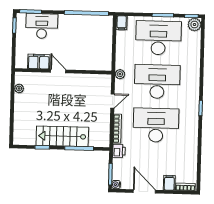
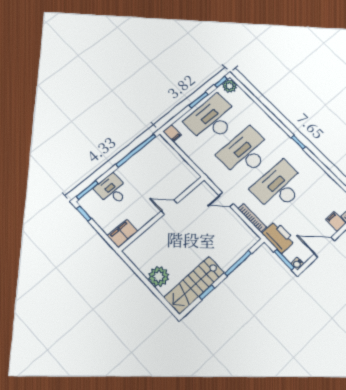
desk: (42, 26) -> (112, 190), width x0.73
filing cabinet: (39, 62) -> (123, 234), moved
door: (58, 71) -> (169, 207), moved
plant: (120, 74) -> (211, 173), removed
plant: (19, 88) -> (159, 276), moved, width x1.88, depth x1.88
door: (112, 101) -> (226, 200), swing flipped
stairs: (62, 136) -> (194, 285), moved
printer: (119, 151) -> (279, 237), width x1.87, depth x1.48

